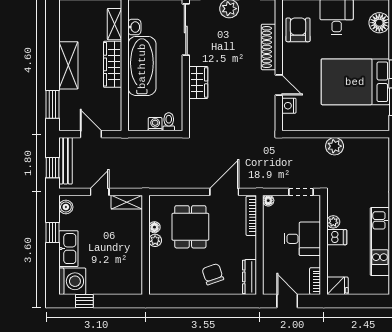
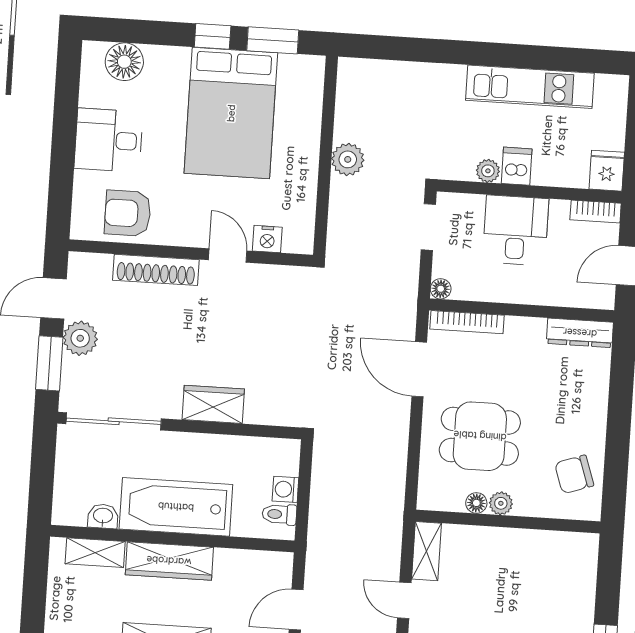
door: (279, 85) -> (228, 255), hinge flipped
toilet: (169, 122) -> (279, 514), moved
chair: (213, 274) -> (574, 474), moved

